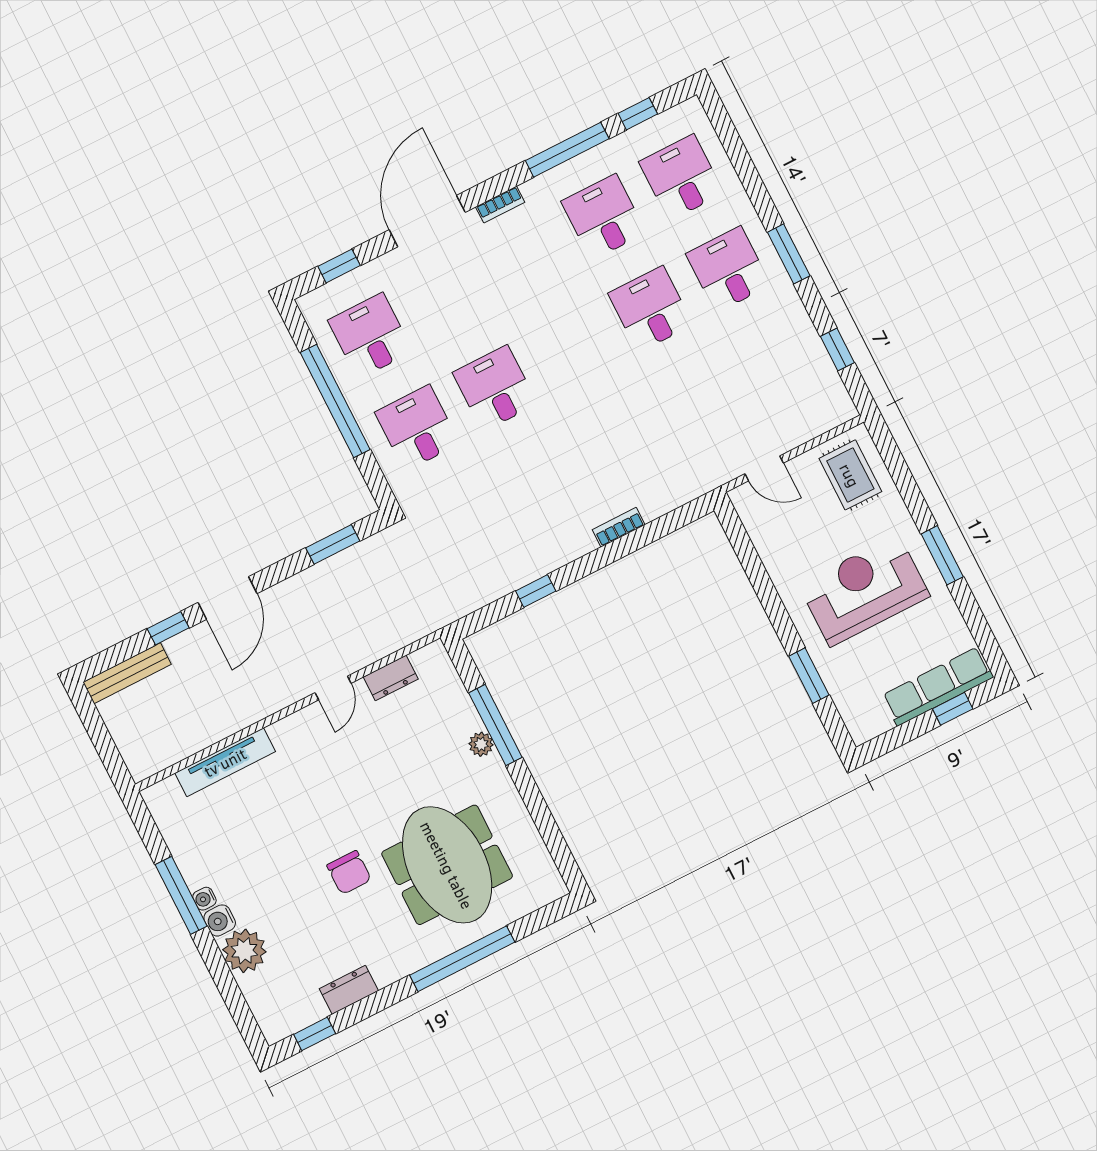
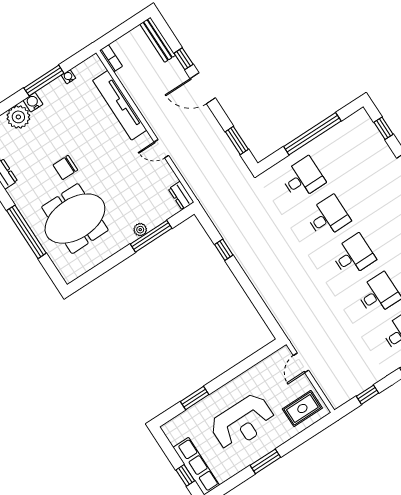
desk: (370, 336) -> (353, 256), moved
bookcase: (619, 527) -> (111, 58), moved
reception desk: (864, 590) -> (243, 422), turned 90
dresser: (391, 678) -> (181, 196), moved
tv unit: (225, 762) -> (120, 105), width x1.36, depth x1.29
water cooler: (204, 899) -> (68, 77), moved

